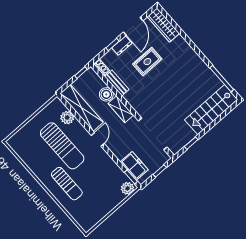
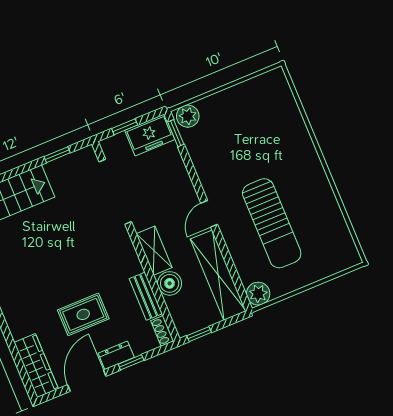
plant: (67, 118) -> (258, 294), moved
sun lounger: (62, 146) -> (272, 223), turned 180
freezer: (134, 166) -> (150, 135), moved, turned -90
sun lounger: (67, 184) -> (285, 158), removed

